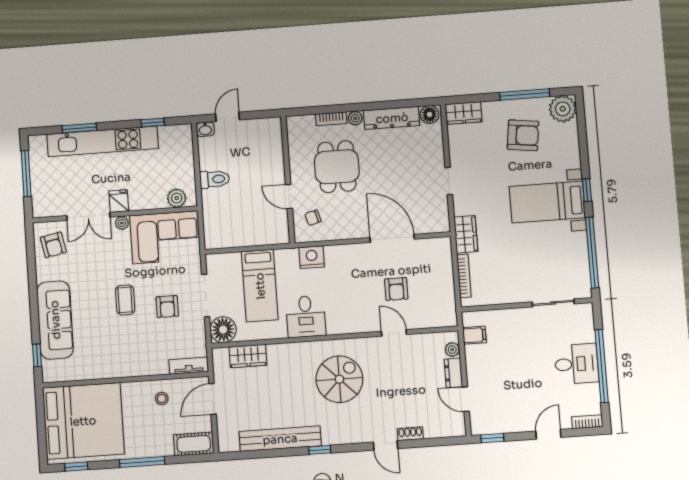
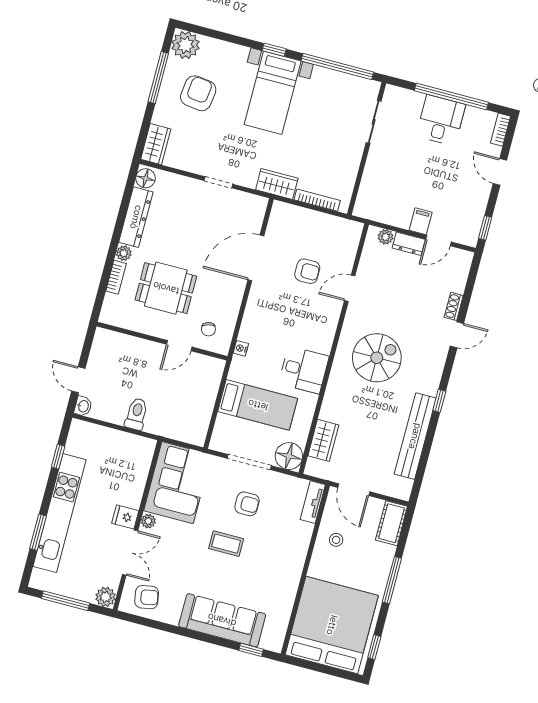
plant: (177, 198) -> (106, 597), moved
nightstand: (312, 257) -> (241, 348), width x0.53, depth x0.56
filing cabinet: (474, 335) -> (421, 221), moved
spiral stairs: (339, 379) -> (377, 358), turned 90

